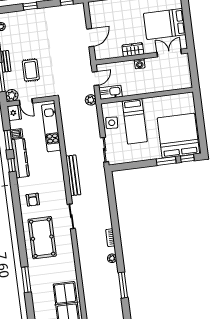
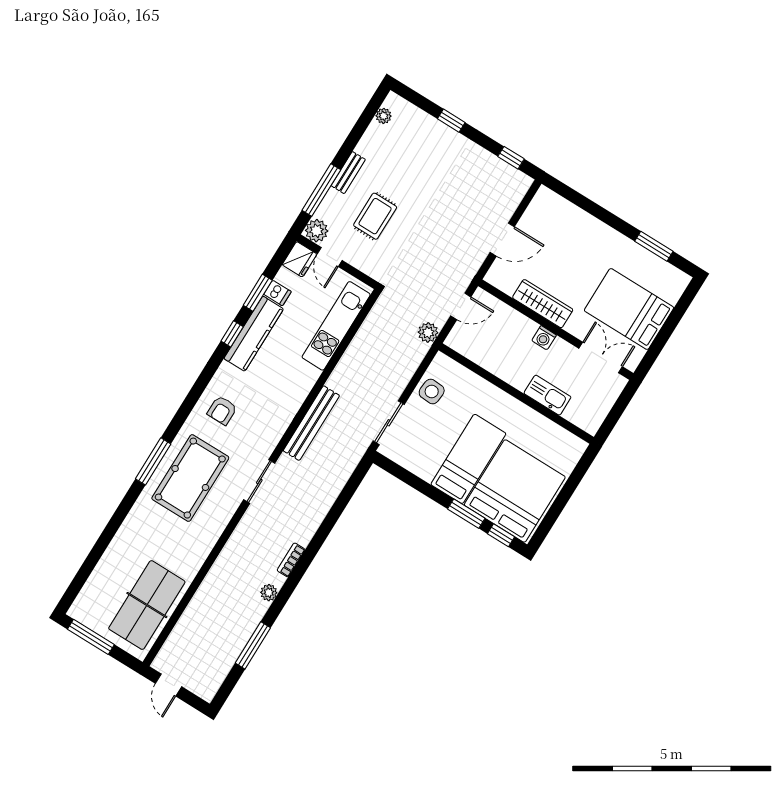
wardrobe: (133, 50) -> (543, 304), width x1.50
kitchen sink: (111, 92) -> (547, 395), moved
bed: (135, 121) -> (468, 459), moved, turned 180
window: (26, 280) -> (153, 461), moved

